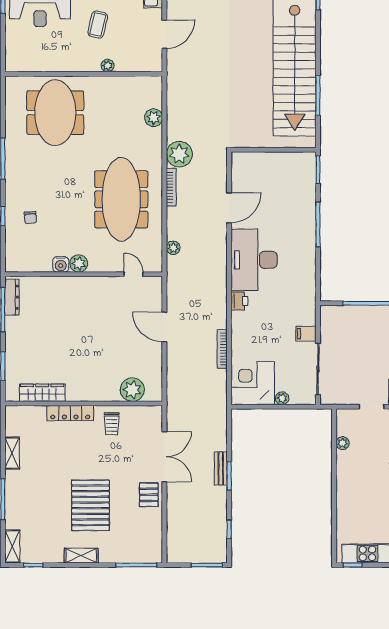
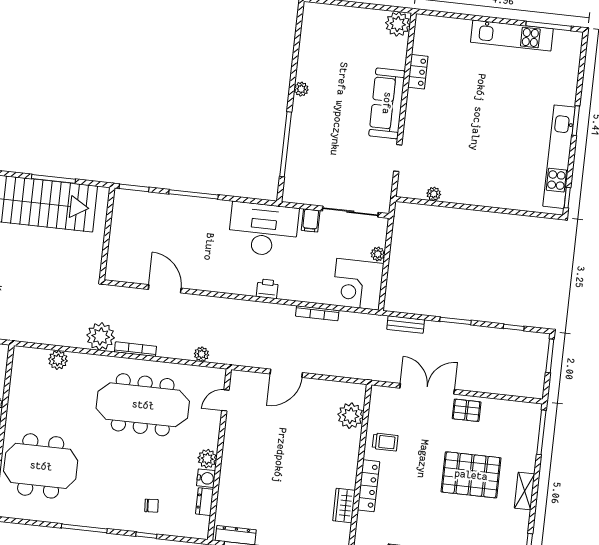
desk: (254, 260) -> (263, 229), moved, turned 180
dresser: (39, 265) -> (205, 502), added
wardrobe: (42, 393) -> (344, 506), width x0.67
bench: (221, 468) -> (406, 325), moved

